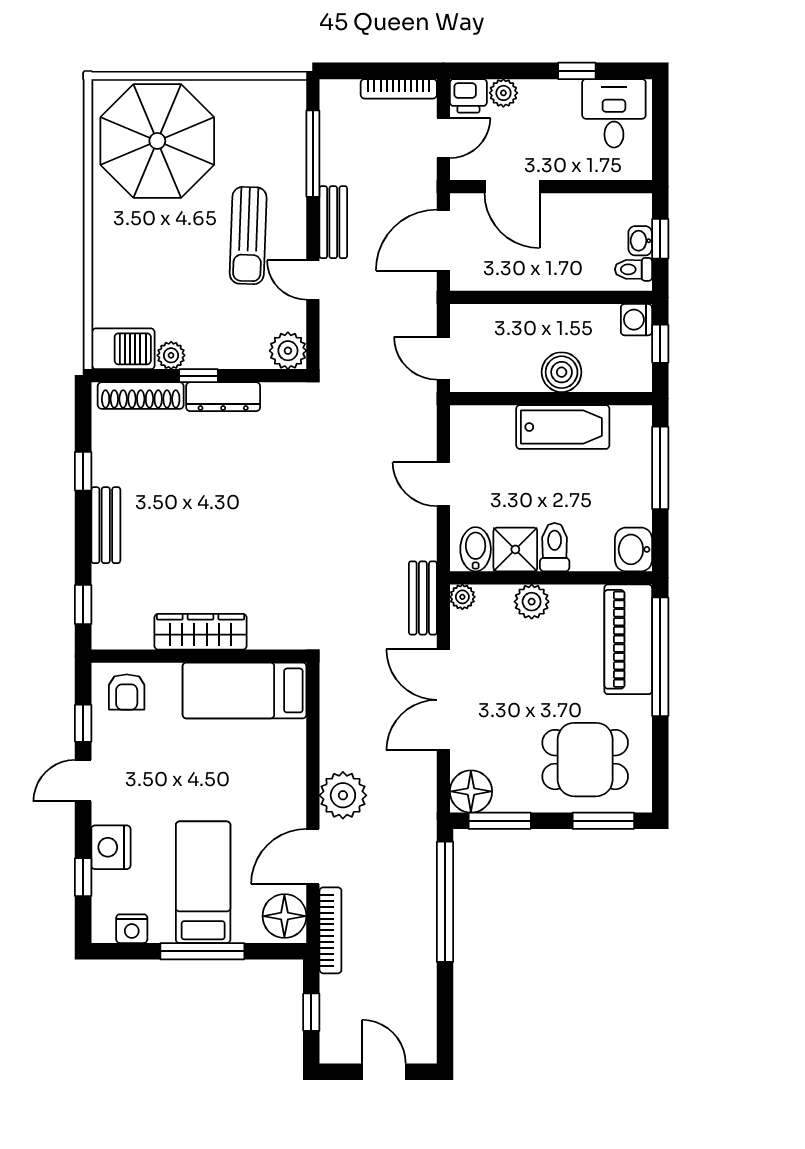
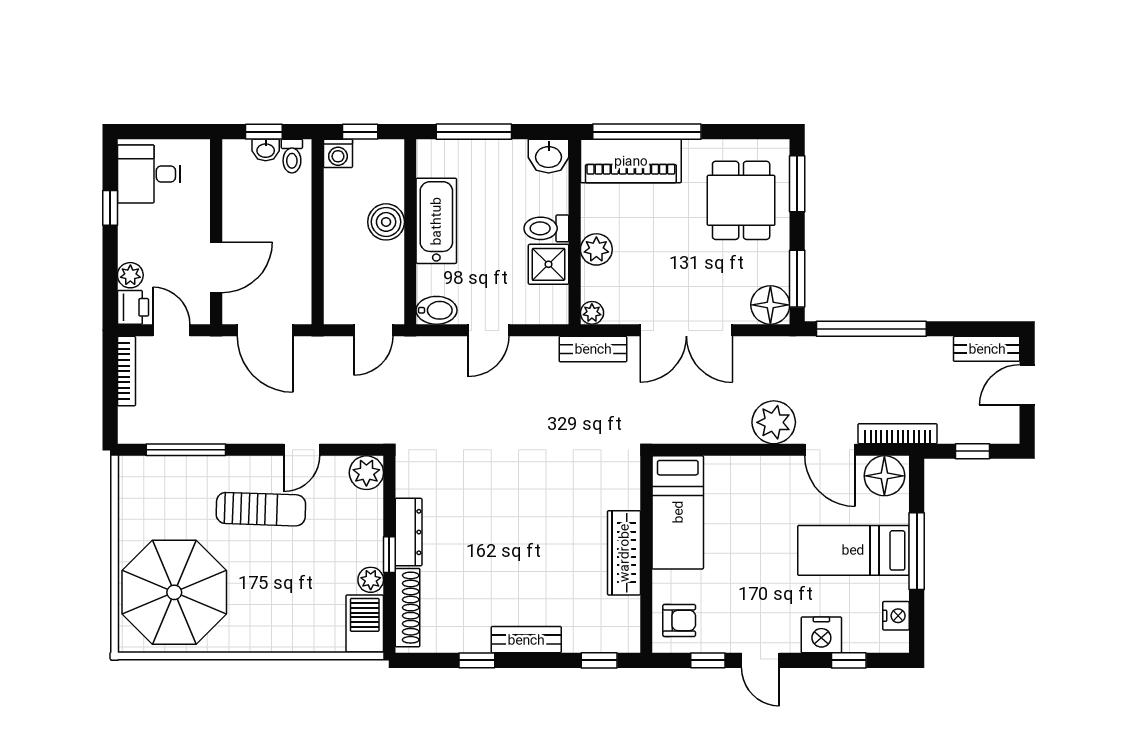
bench: (333, 222) -> (987, 349), moved
bidet: (476, 549) -> (437, 310), moved, turned 180

